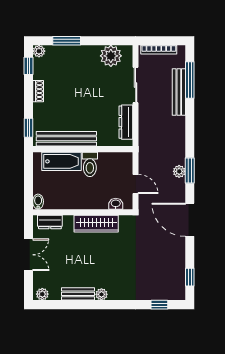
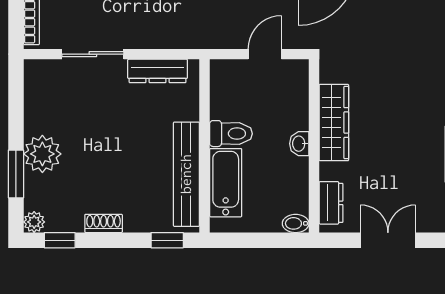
plant: (111, 56) -> (42, 154), moved
washbasin: (116, 204) -> (299, 144), moved

